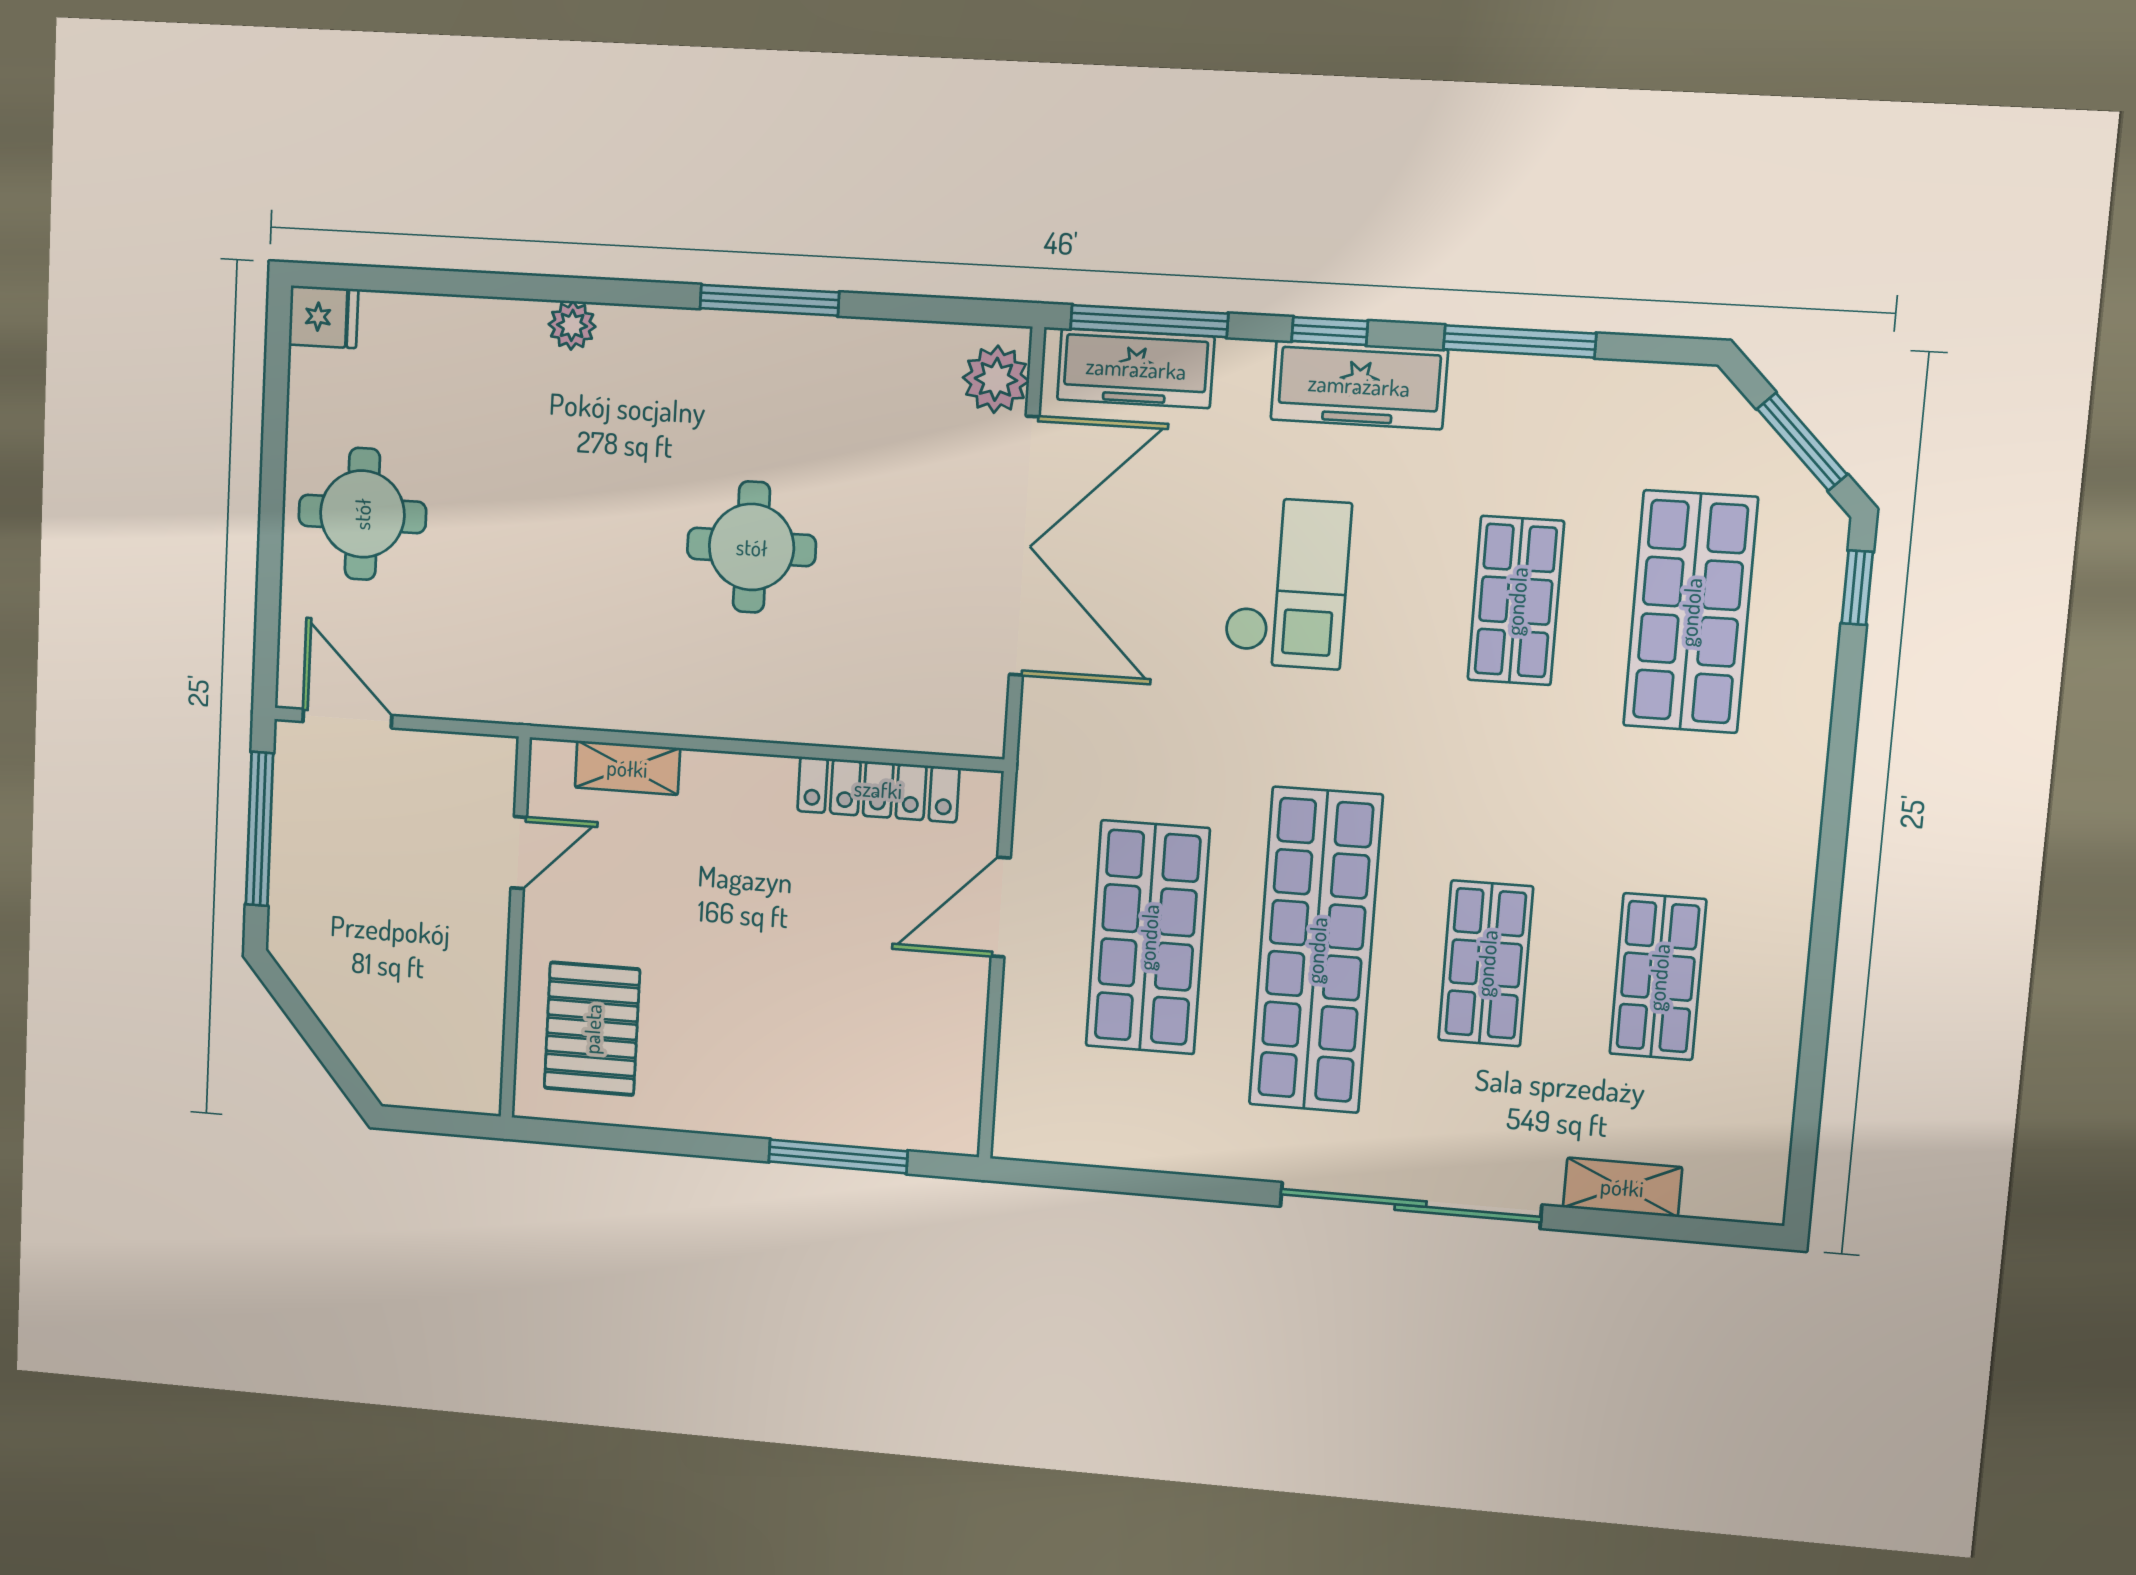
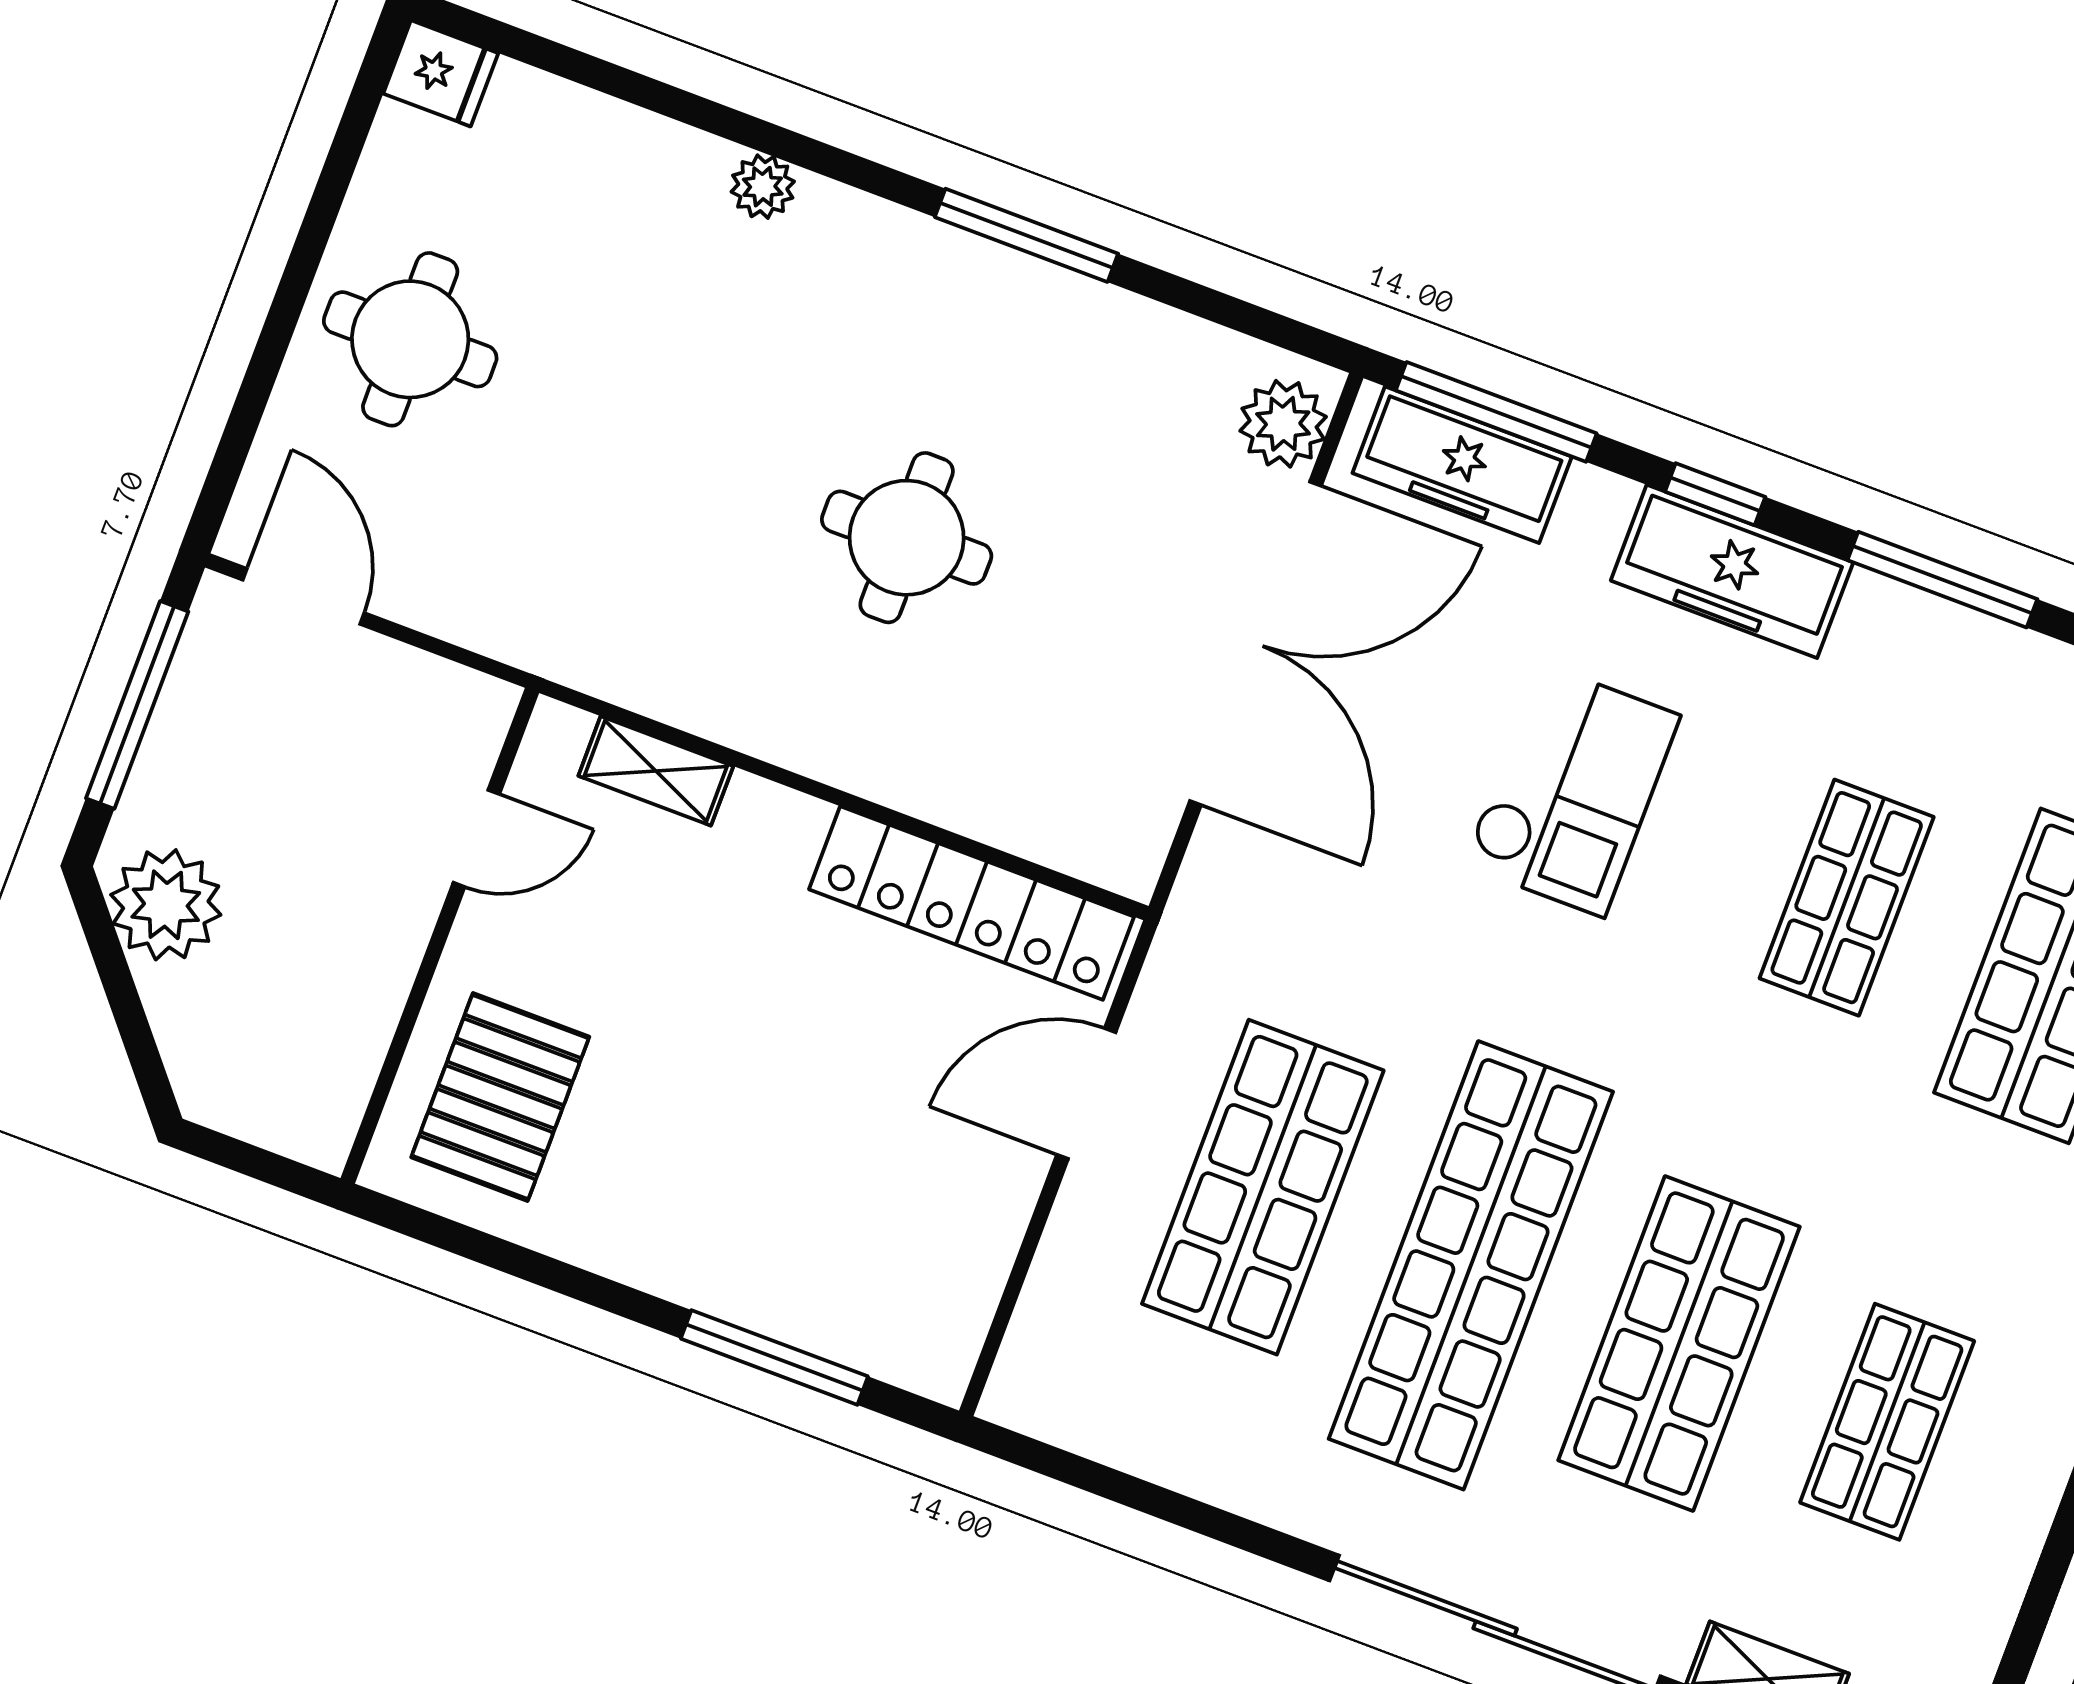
locker: (878, 789) -> (972, 903), width x1.41, depth x1.21
plant: (323, 962) -> (166, 905), added
shop shelf: (1486, 963) -> (1679, 1344), width x1.43, depth x1.36

